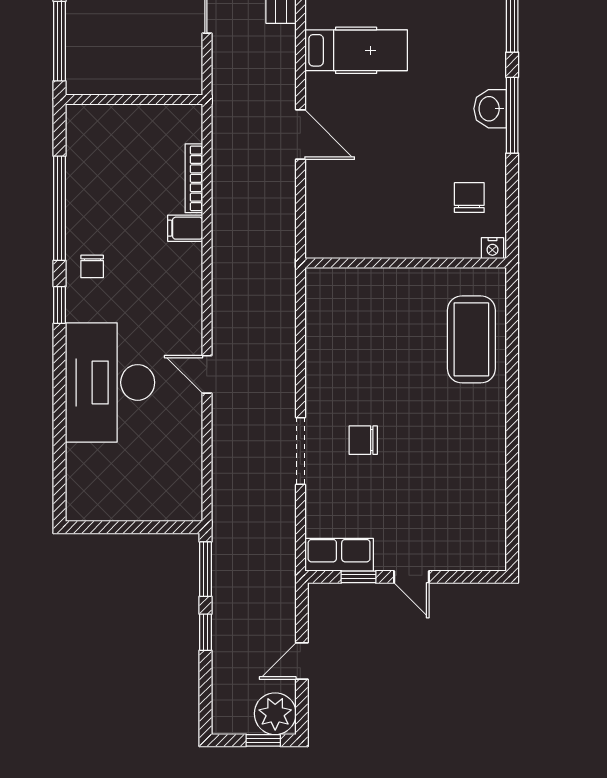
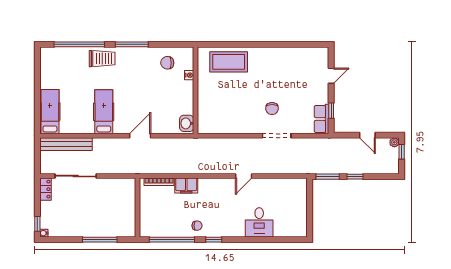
trolley: (479, 47) -> (102, 59), added
wall: (134, 100) -> (138, 208), moved
washbasin: (490, 109) -> (187, 123), moved, turned 90
filing cabinet: (185, 228) -> (186, 185), width x2.00
nightstand: (492, 248) -> (189, 75), moved
desk: (110, 382) -> (259, 222), width x0.53, depth x0.77
door: (411, 577) -> (331, 76), moved
plant: (275, 714) -> (394, 142), width x0.53, depth x0.53

